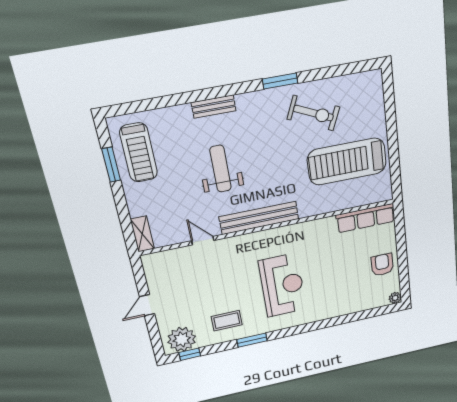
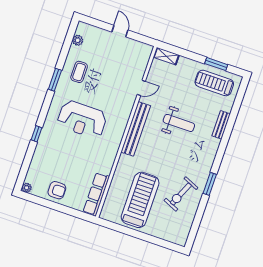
bench: (214, 107) -> (221, 125), moved
plant: (182, 339) -> (78, 40), width x0.53, depth x0.53
window: (190, 354) -> (36, 134), moved

